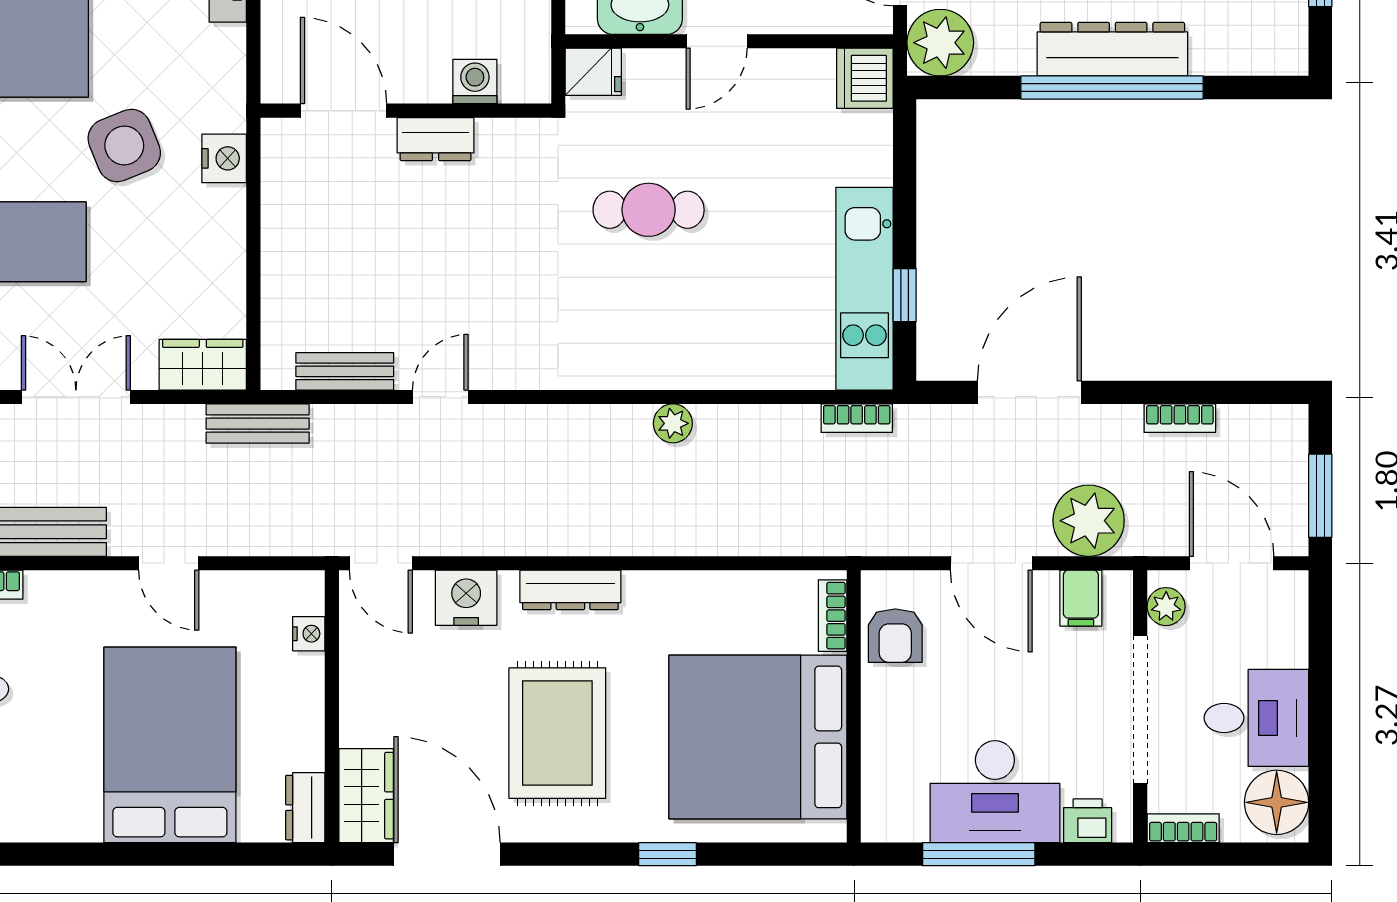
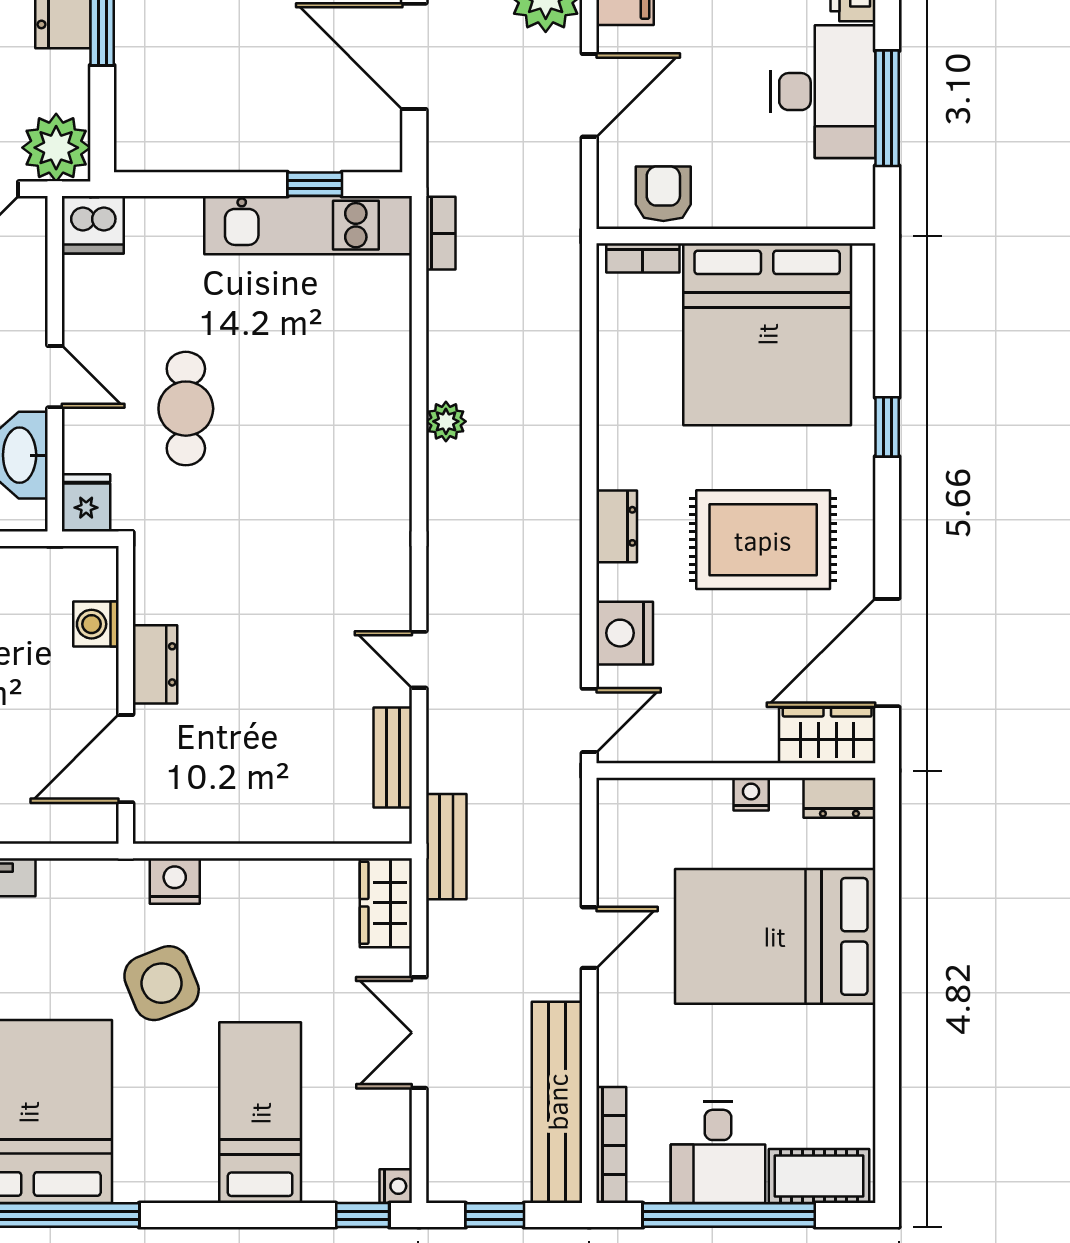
cafe table: (649, 210) -> (186, 409), moved
dresser: (570, 590) -> (617, 526), width x0.70
nightstand: (309, 634) -> (751, 794), moved
armchair: (895, 636) -> (663, 194), turned -90

